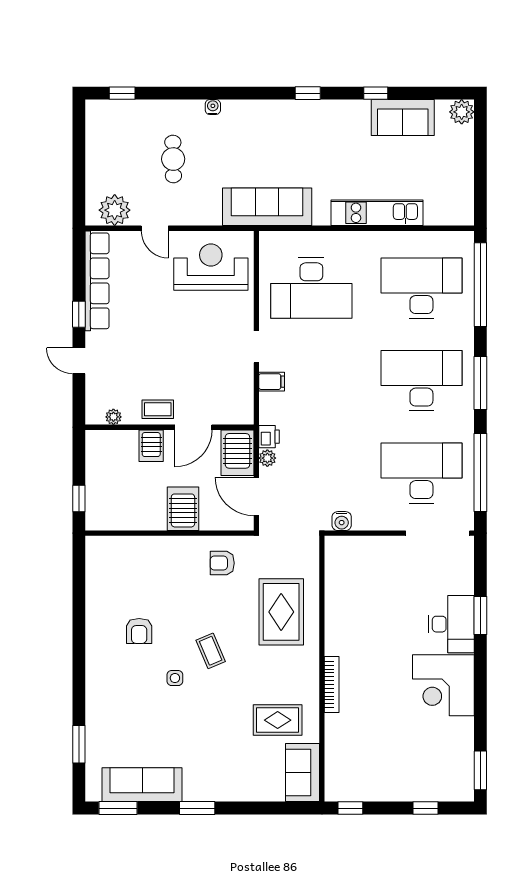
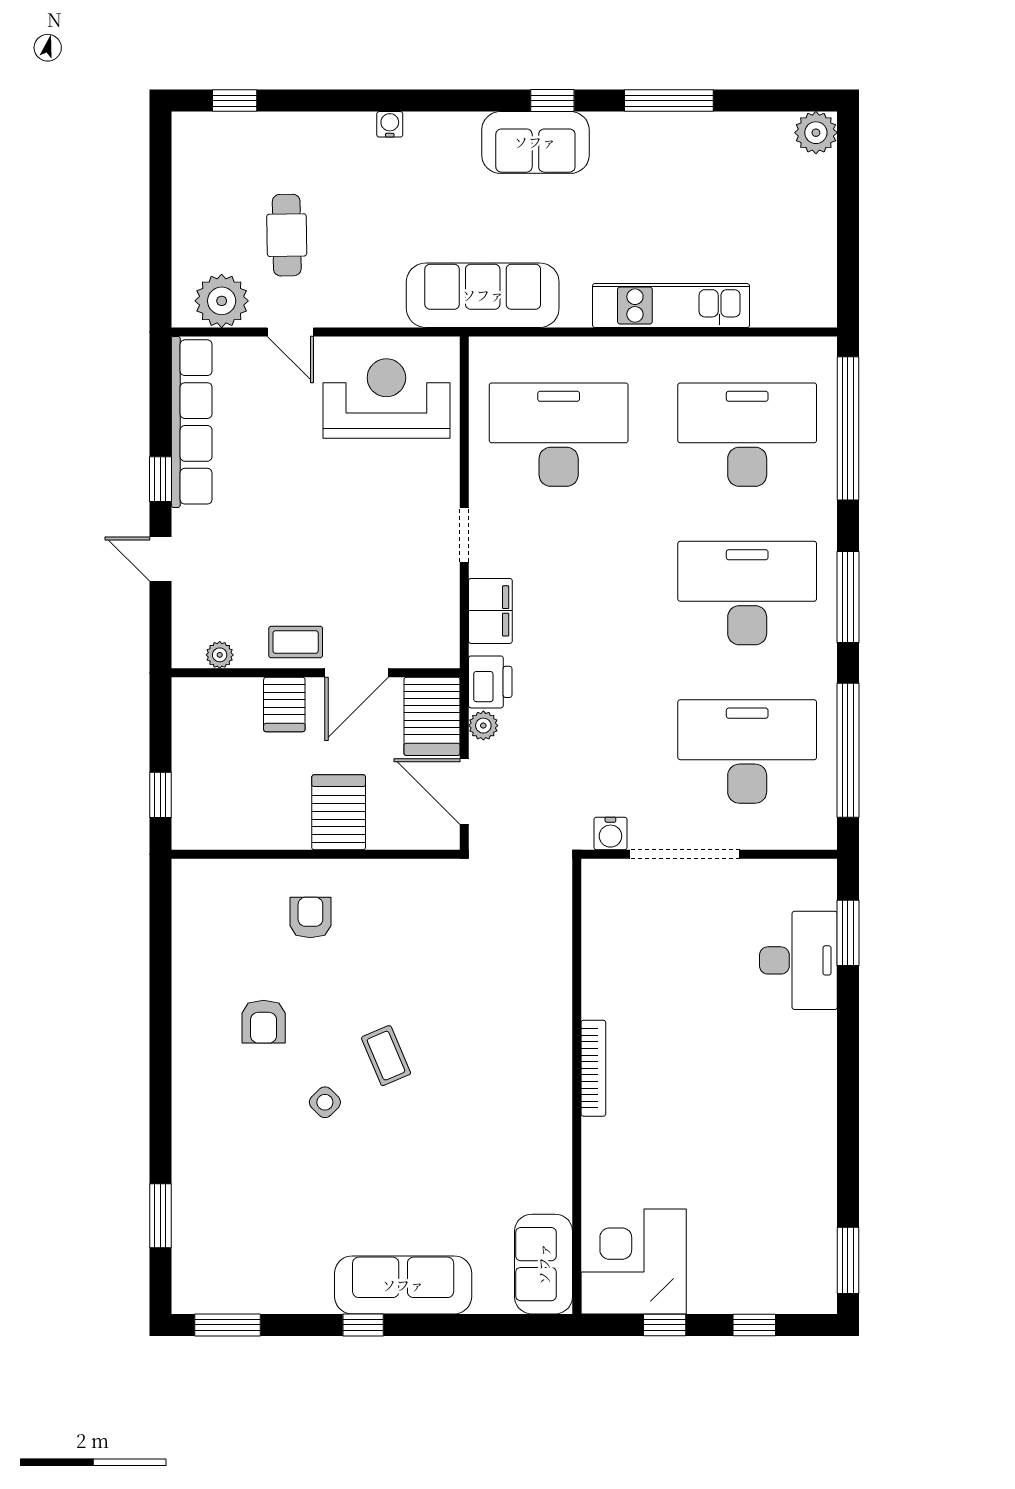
window: (376, 93) -> (669, 101), width x2.17
sofa: (403, 118) -> (535, 142), moved
cafe table: (173, 159) -> (287, 235), moved
desk: (311, 288) -> (559, 435), turned 180
filing cabinet: (272, 382) -> (490, 611), width x2.00
printer: (269, 437) -> (490, 682), width x1.36, depth x1.24
doorway: (438, 533) -> (685, 854), moved
armchair: (222, 563) -> (310, 917), moved, turned 90
rug: (281, 612) -> (507, 989), removed
window: (480, 615) -> (848, 933), moved
desk: (451, 624) -> (798, 960), moved
side table: (175, 678) -> (325, 1102), turned 45
bookcase: (332, 684) -> (593, 1068), moved
corner desk: (443, 685) -> (634, 1261), moved, turned 90
rug: (278, 720) -> (501, 1174), removed
sofa: (142, 785) -> (403, 1285), moved
window: (197, 808) -> (363, 1325), width x0.67
window: (350, 808) -> (665, 1325), moved

